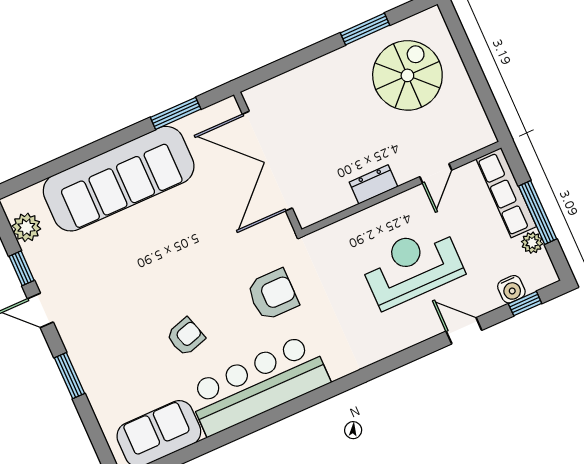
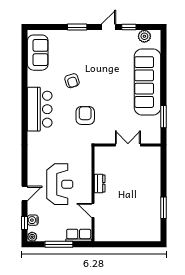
spiral stairs: (407, 75) -> (137, 217), removed
double door: (267, 161) -> (128, 145), width x0.54
row of seats: (506, 193) -> (79, 235), width x0.68
plant: (532, 243) -> (32, 237), moved
armchair: (273, 295) -> (85, 115), moved, turned 180
bar counter: (258, 385) -> (40, 109), width x0.73

